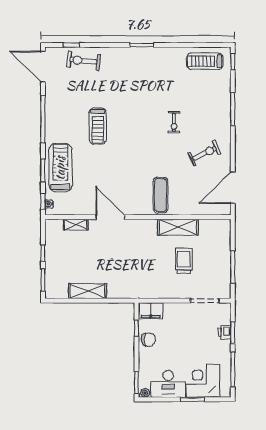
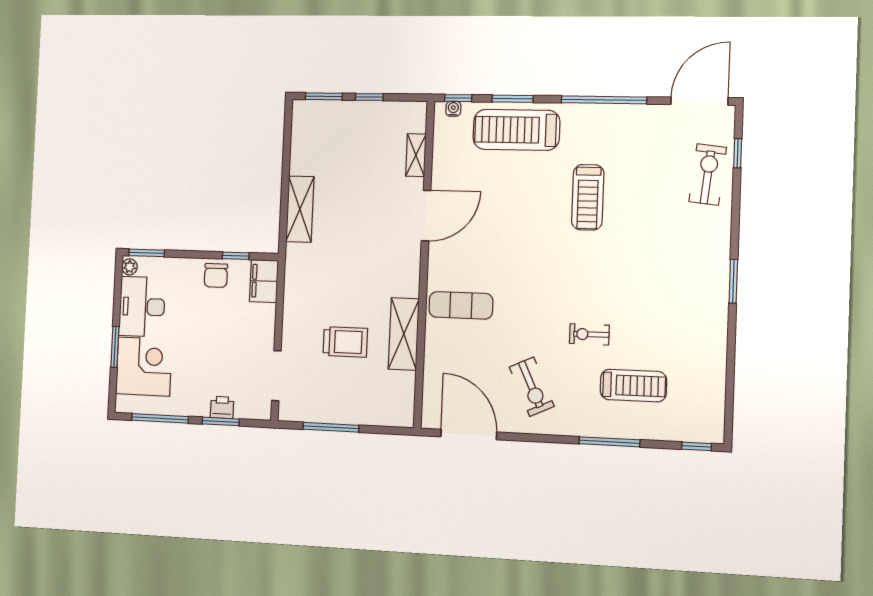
treadmill: (205, 61) -> (633, 386), moved, turned 90
treadmill: (98, 126) -> (588, 197), turned -90
treadmill: (60, 168) -> (516, 130), turned 180
shelving: (88, 291) -> (300, 209), moved

